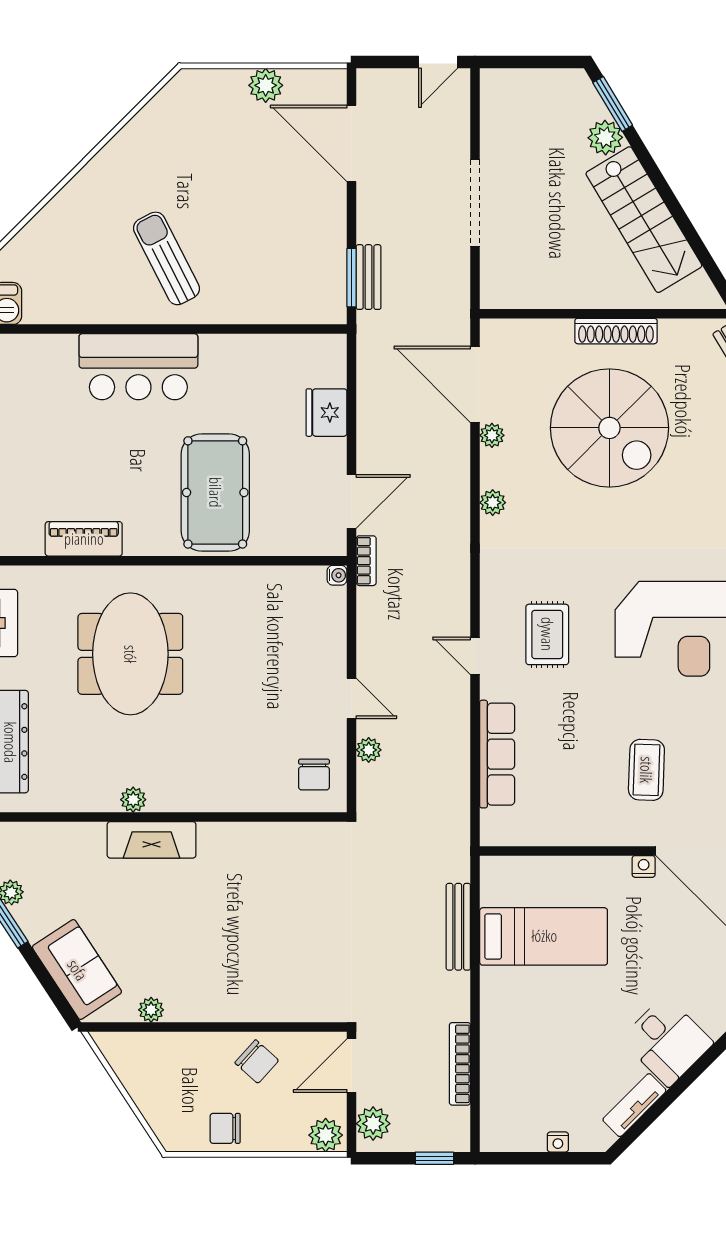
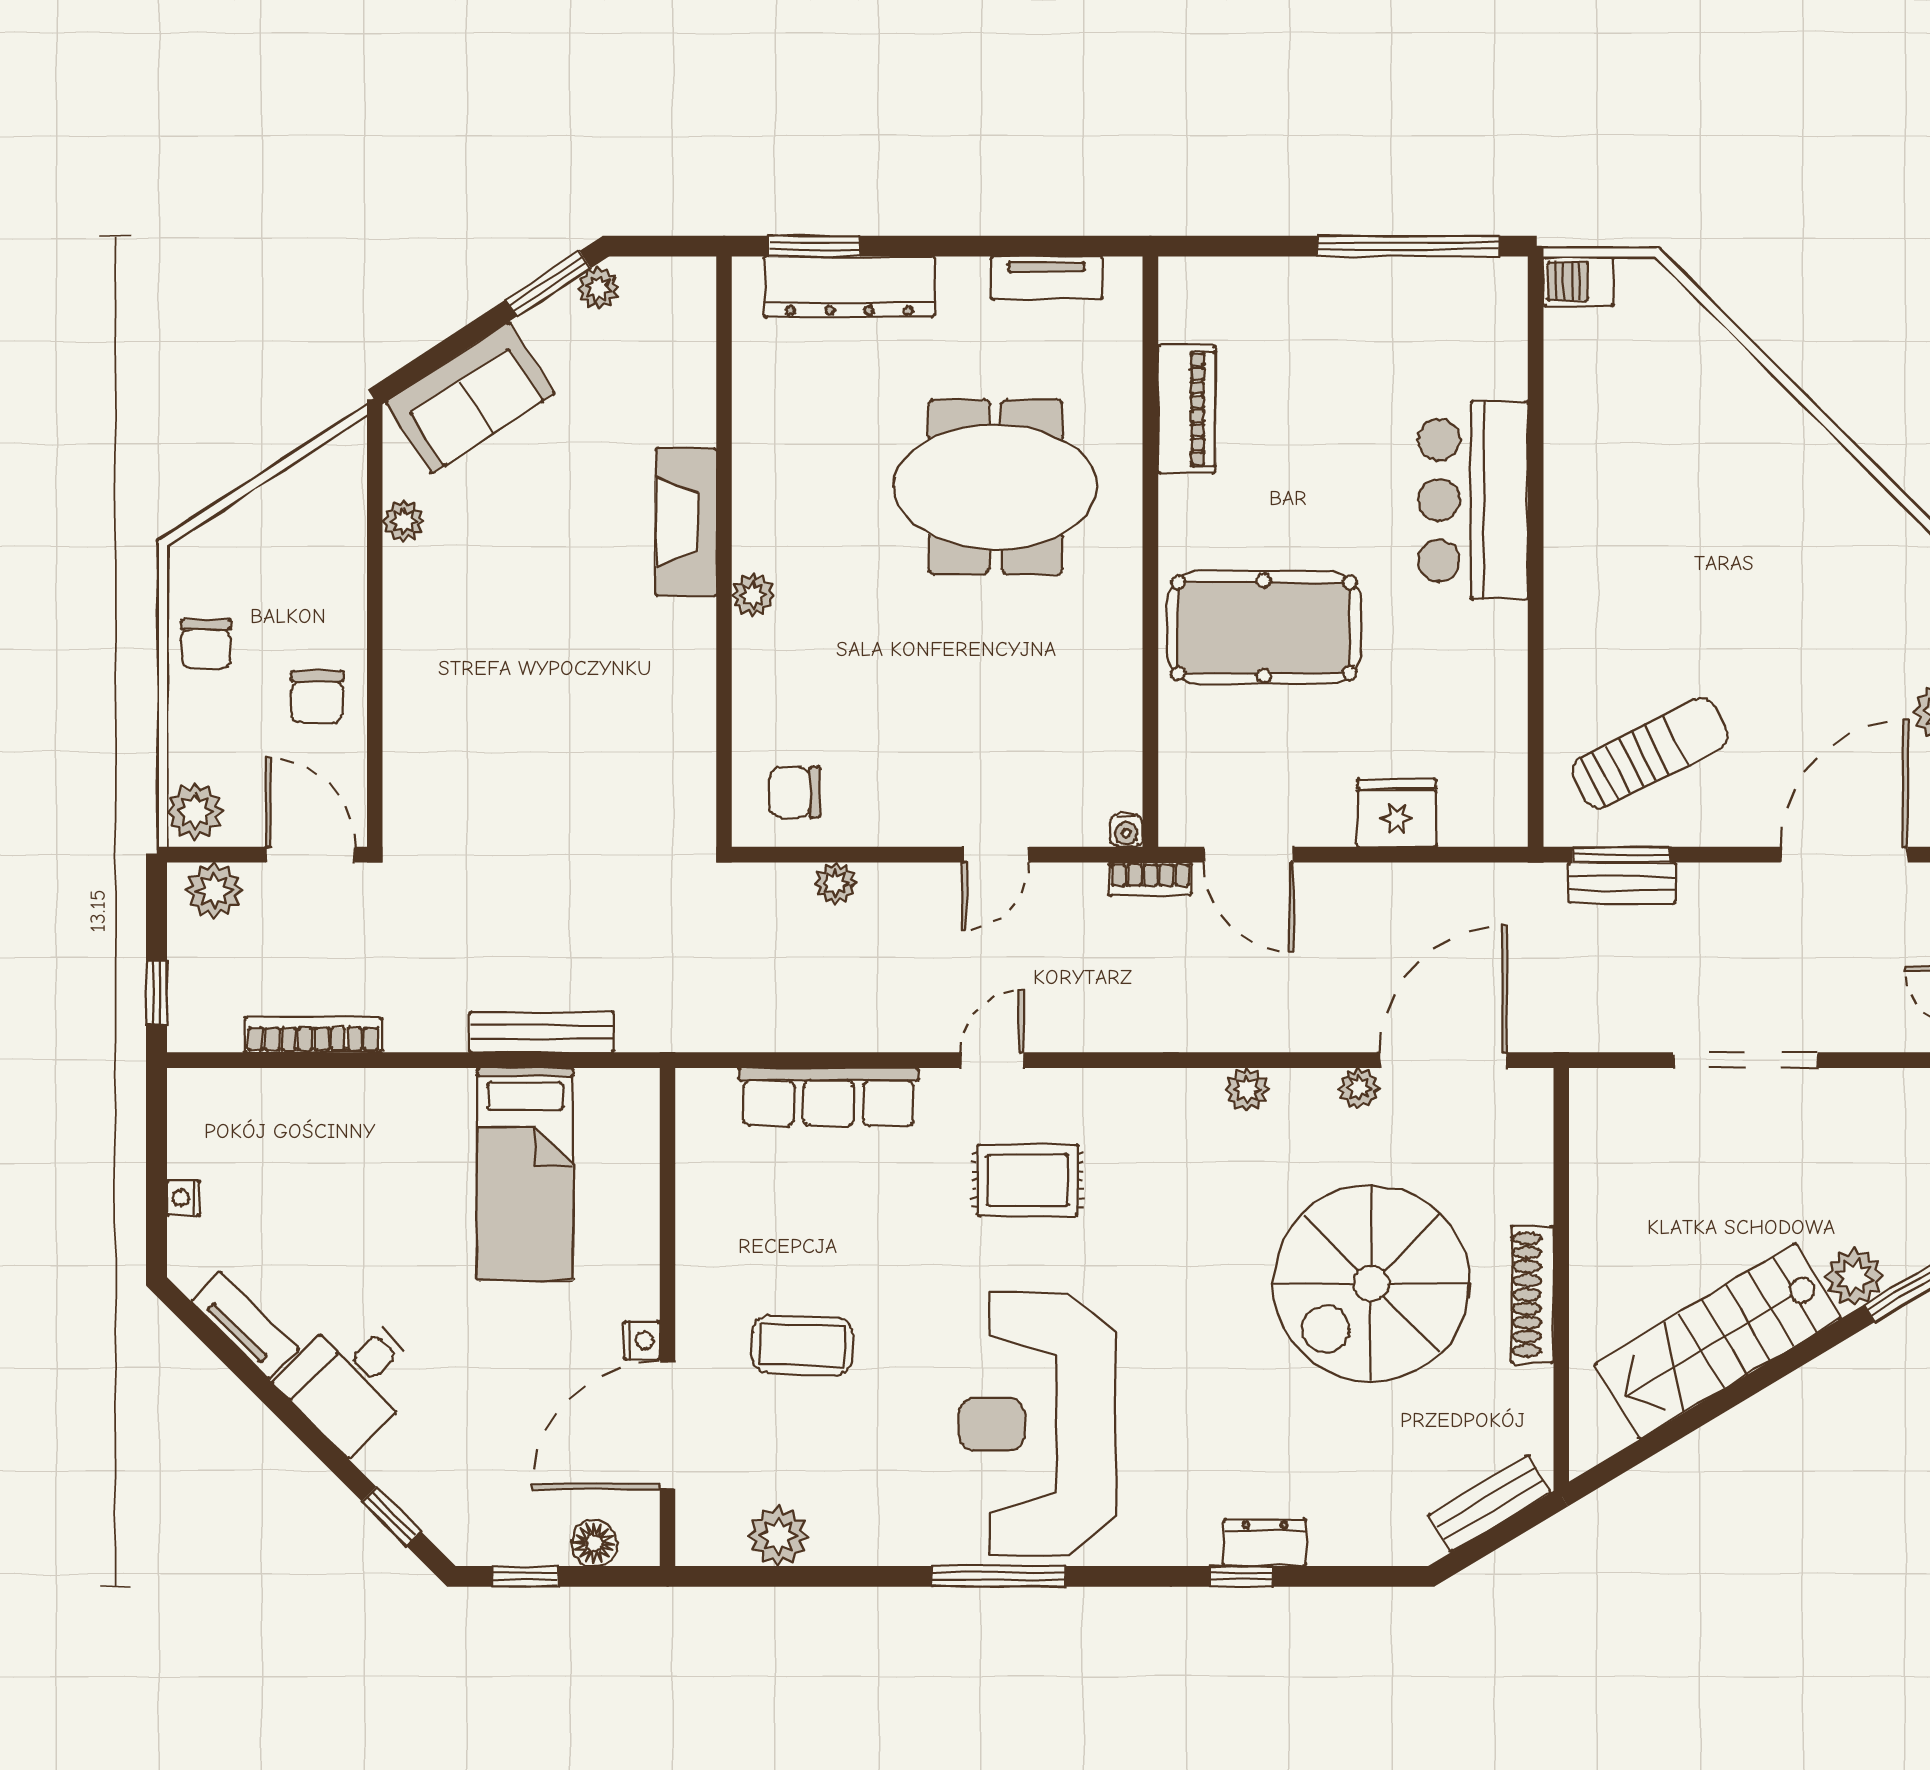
sun lounger: (166, 258) -> (1650, 753), moved
door: (352, 698) -> (995, 855), moved
plant: (133, 800) -> (753, 595), moved
chair: (257, 1062) -> (317, 697), turned -42
chair: (225, 1128) -> (206, 644), turned 180

